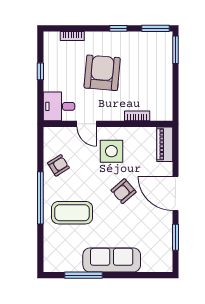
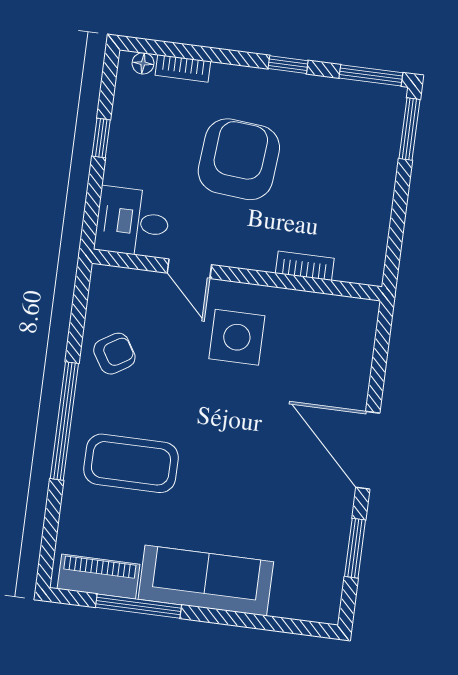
floor lamp: (54, 36) -> (143, 63), added
piano: (165, 144) -> (99, 577), moved, turned 90
armchair: (124, 191) -> (252, 430), removed

